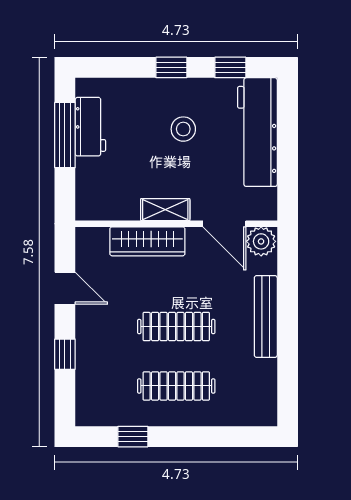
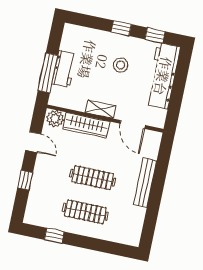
workbench: (90, 127) -> (64, 69), moved
window: (65, 135) -> (48, 73), moved
plant: (261, 241) -> (55, 119), moved

